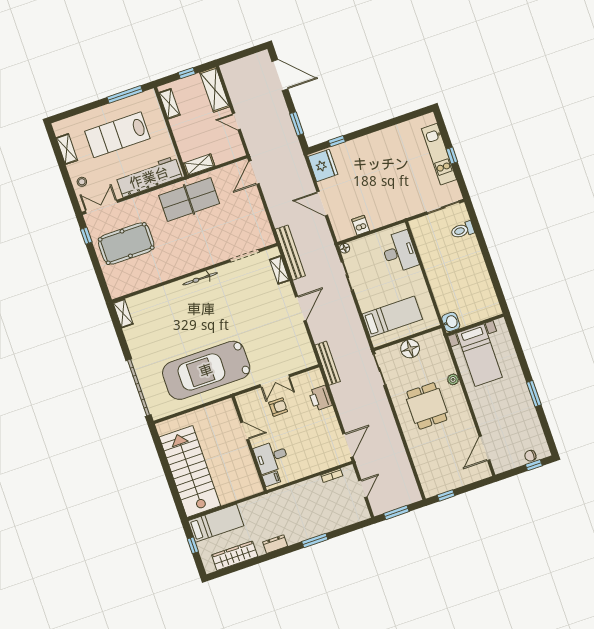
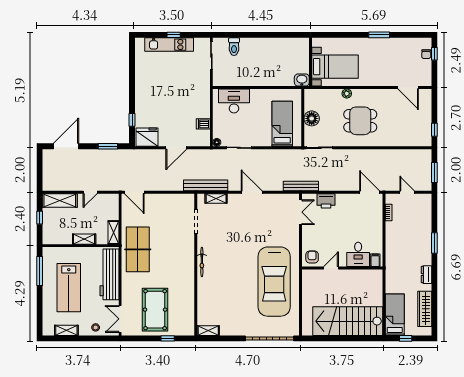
shelving: (169, 104) -> (84, 239), moved
window: (86, 236) -> (168, 338), moved
double door: (275, 381) -> (300, 212), moved
armchair: (278, 407) -> (312, 257), moved

